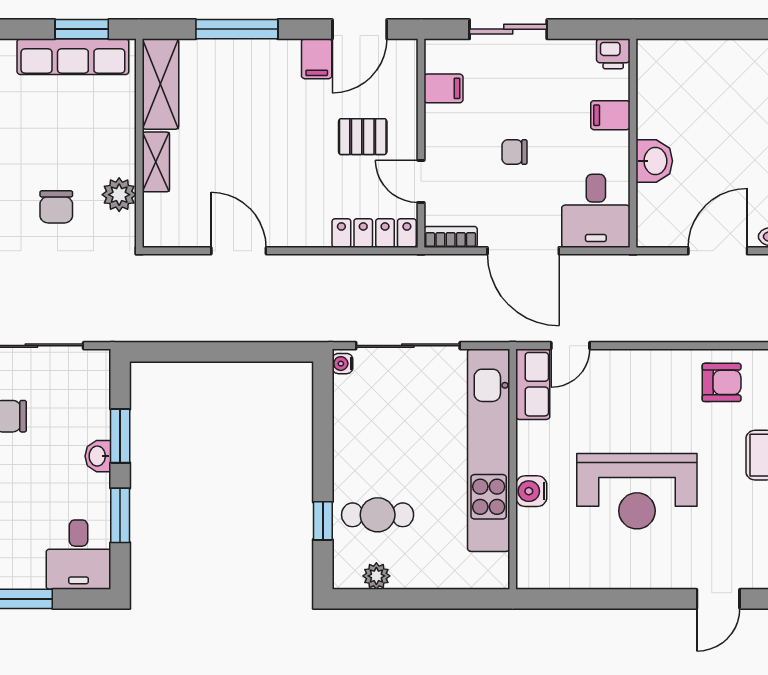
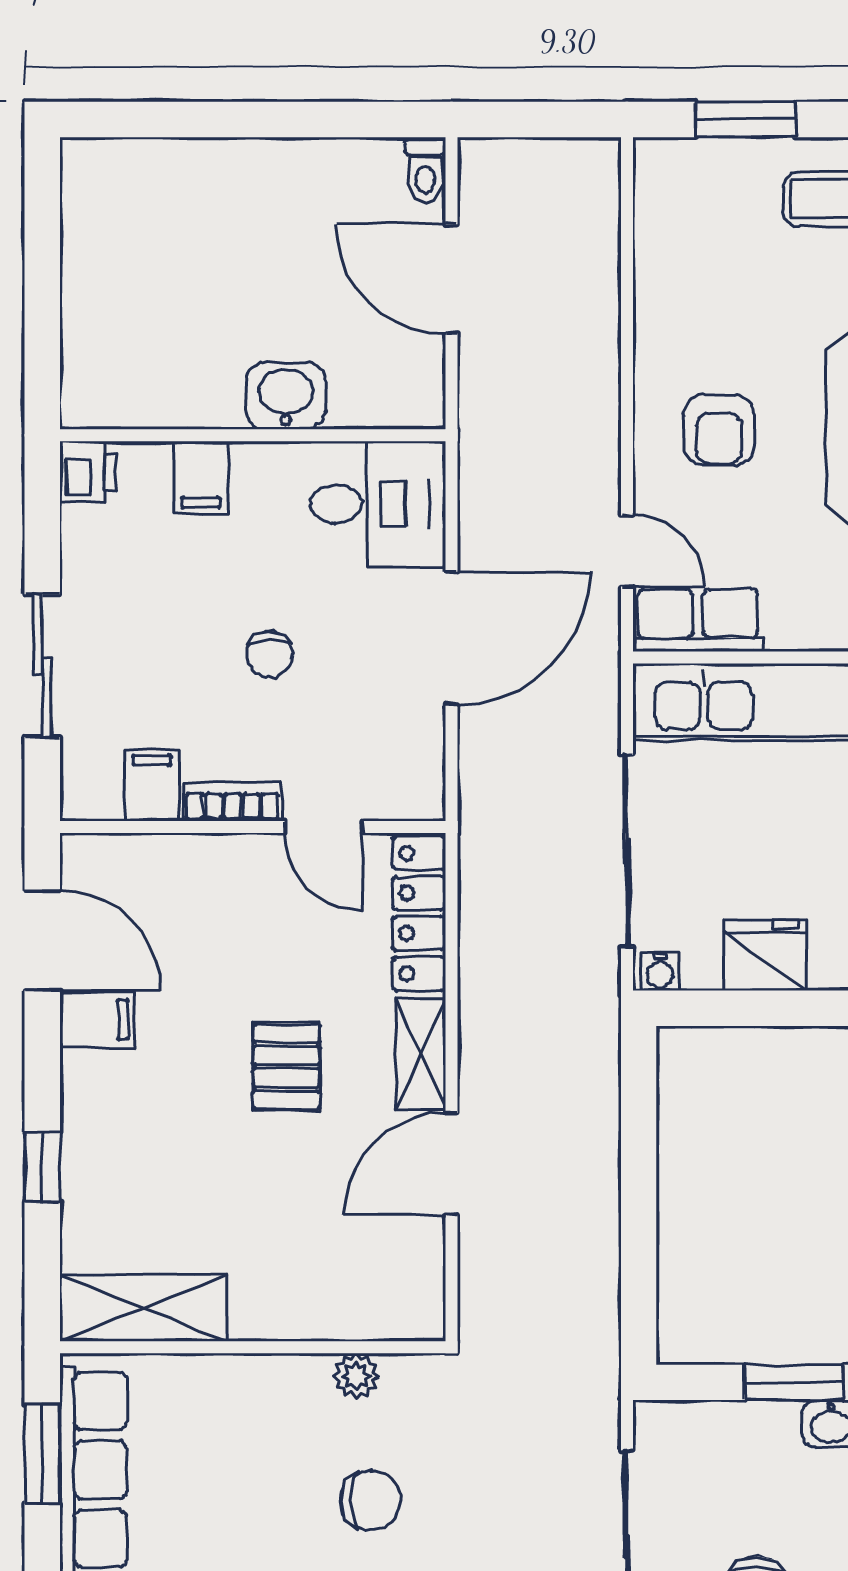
window: (237, 29) -> (42, 1167), width x0.46
pallet: (363, 137) -> (286, 1067), moved
shelving: (156, 162) -> (421, 1054), moved, turned 90
door: (421, 181) -> (323, 827), hinge flipped
plant: (119, 195) -> (356, 1376), width x0.73, depth x0.73
bookcase: (451, 237) -> (232, 802), moved, turned 90
armchair: (722, 382) -> (719, 430), moved, turned 180
fridge: (352, 420) -> (765, 955), added

